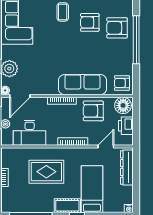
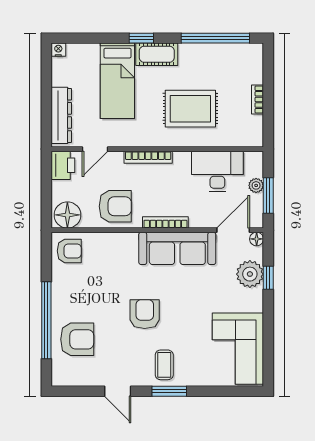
armchair: (90, 22) -> (145, 314), moved, turned -90
sofa: (82, 85) -> (177, 248), moved
printer: (126, 126) -> (63, 165), moved

